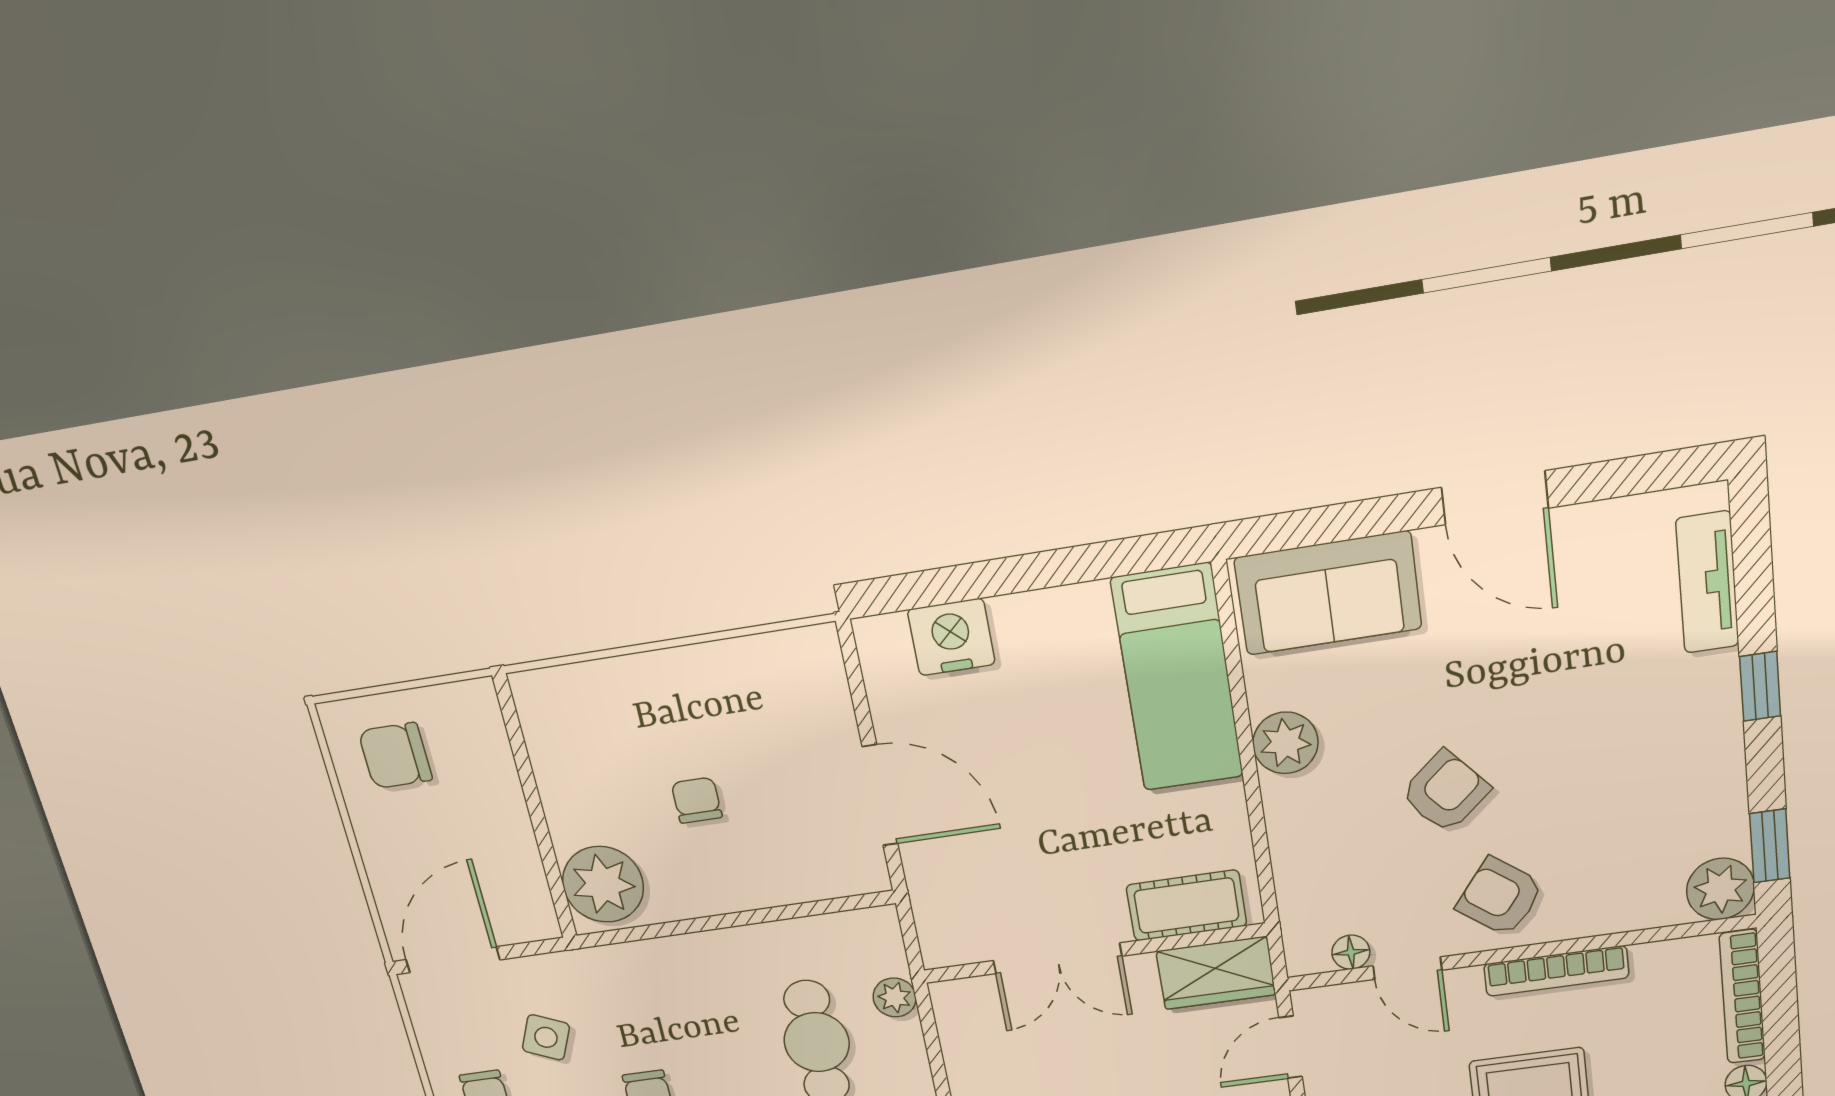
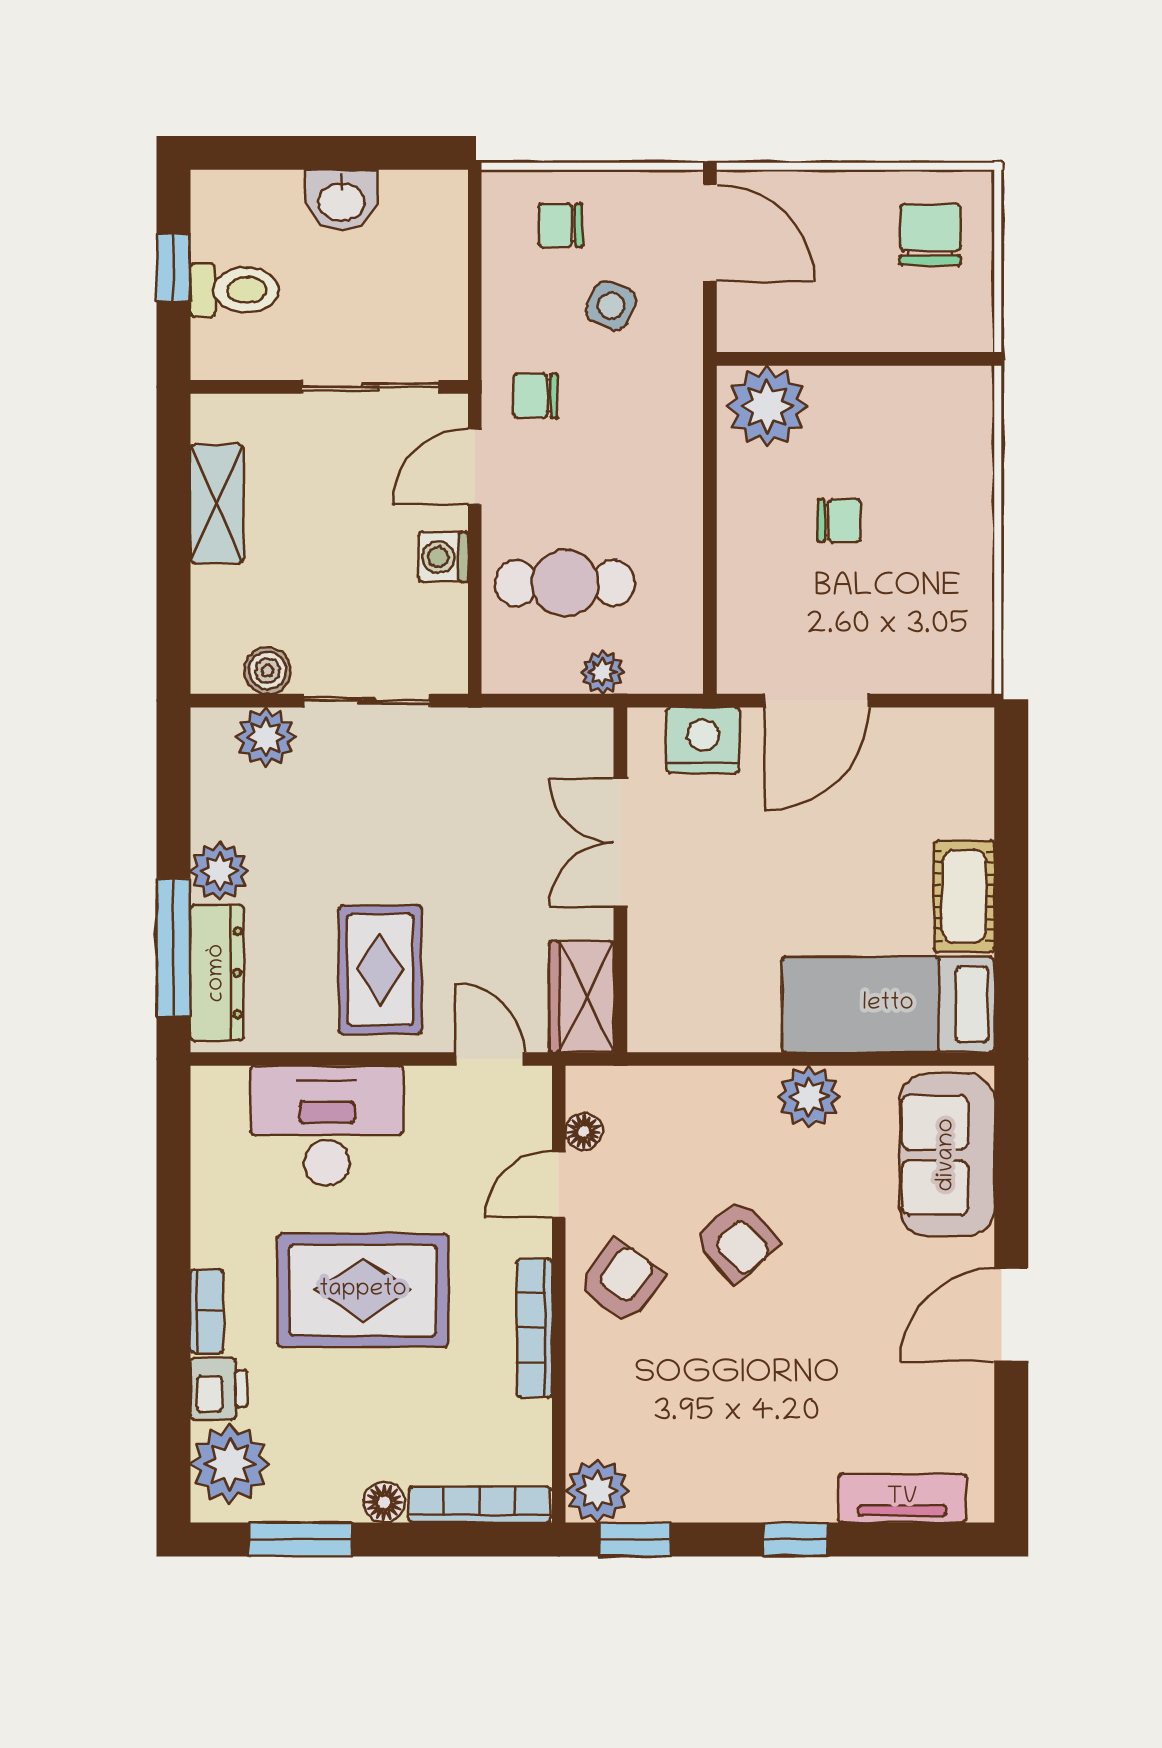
nightstand: (951, 637) -> (703, 740), moved, turned -90
cot: (1186, 905) -> (964, 896), moved

